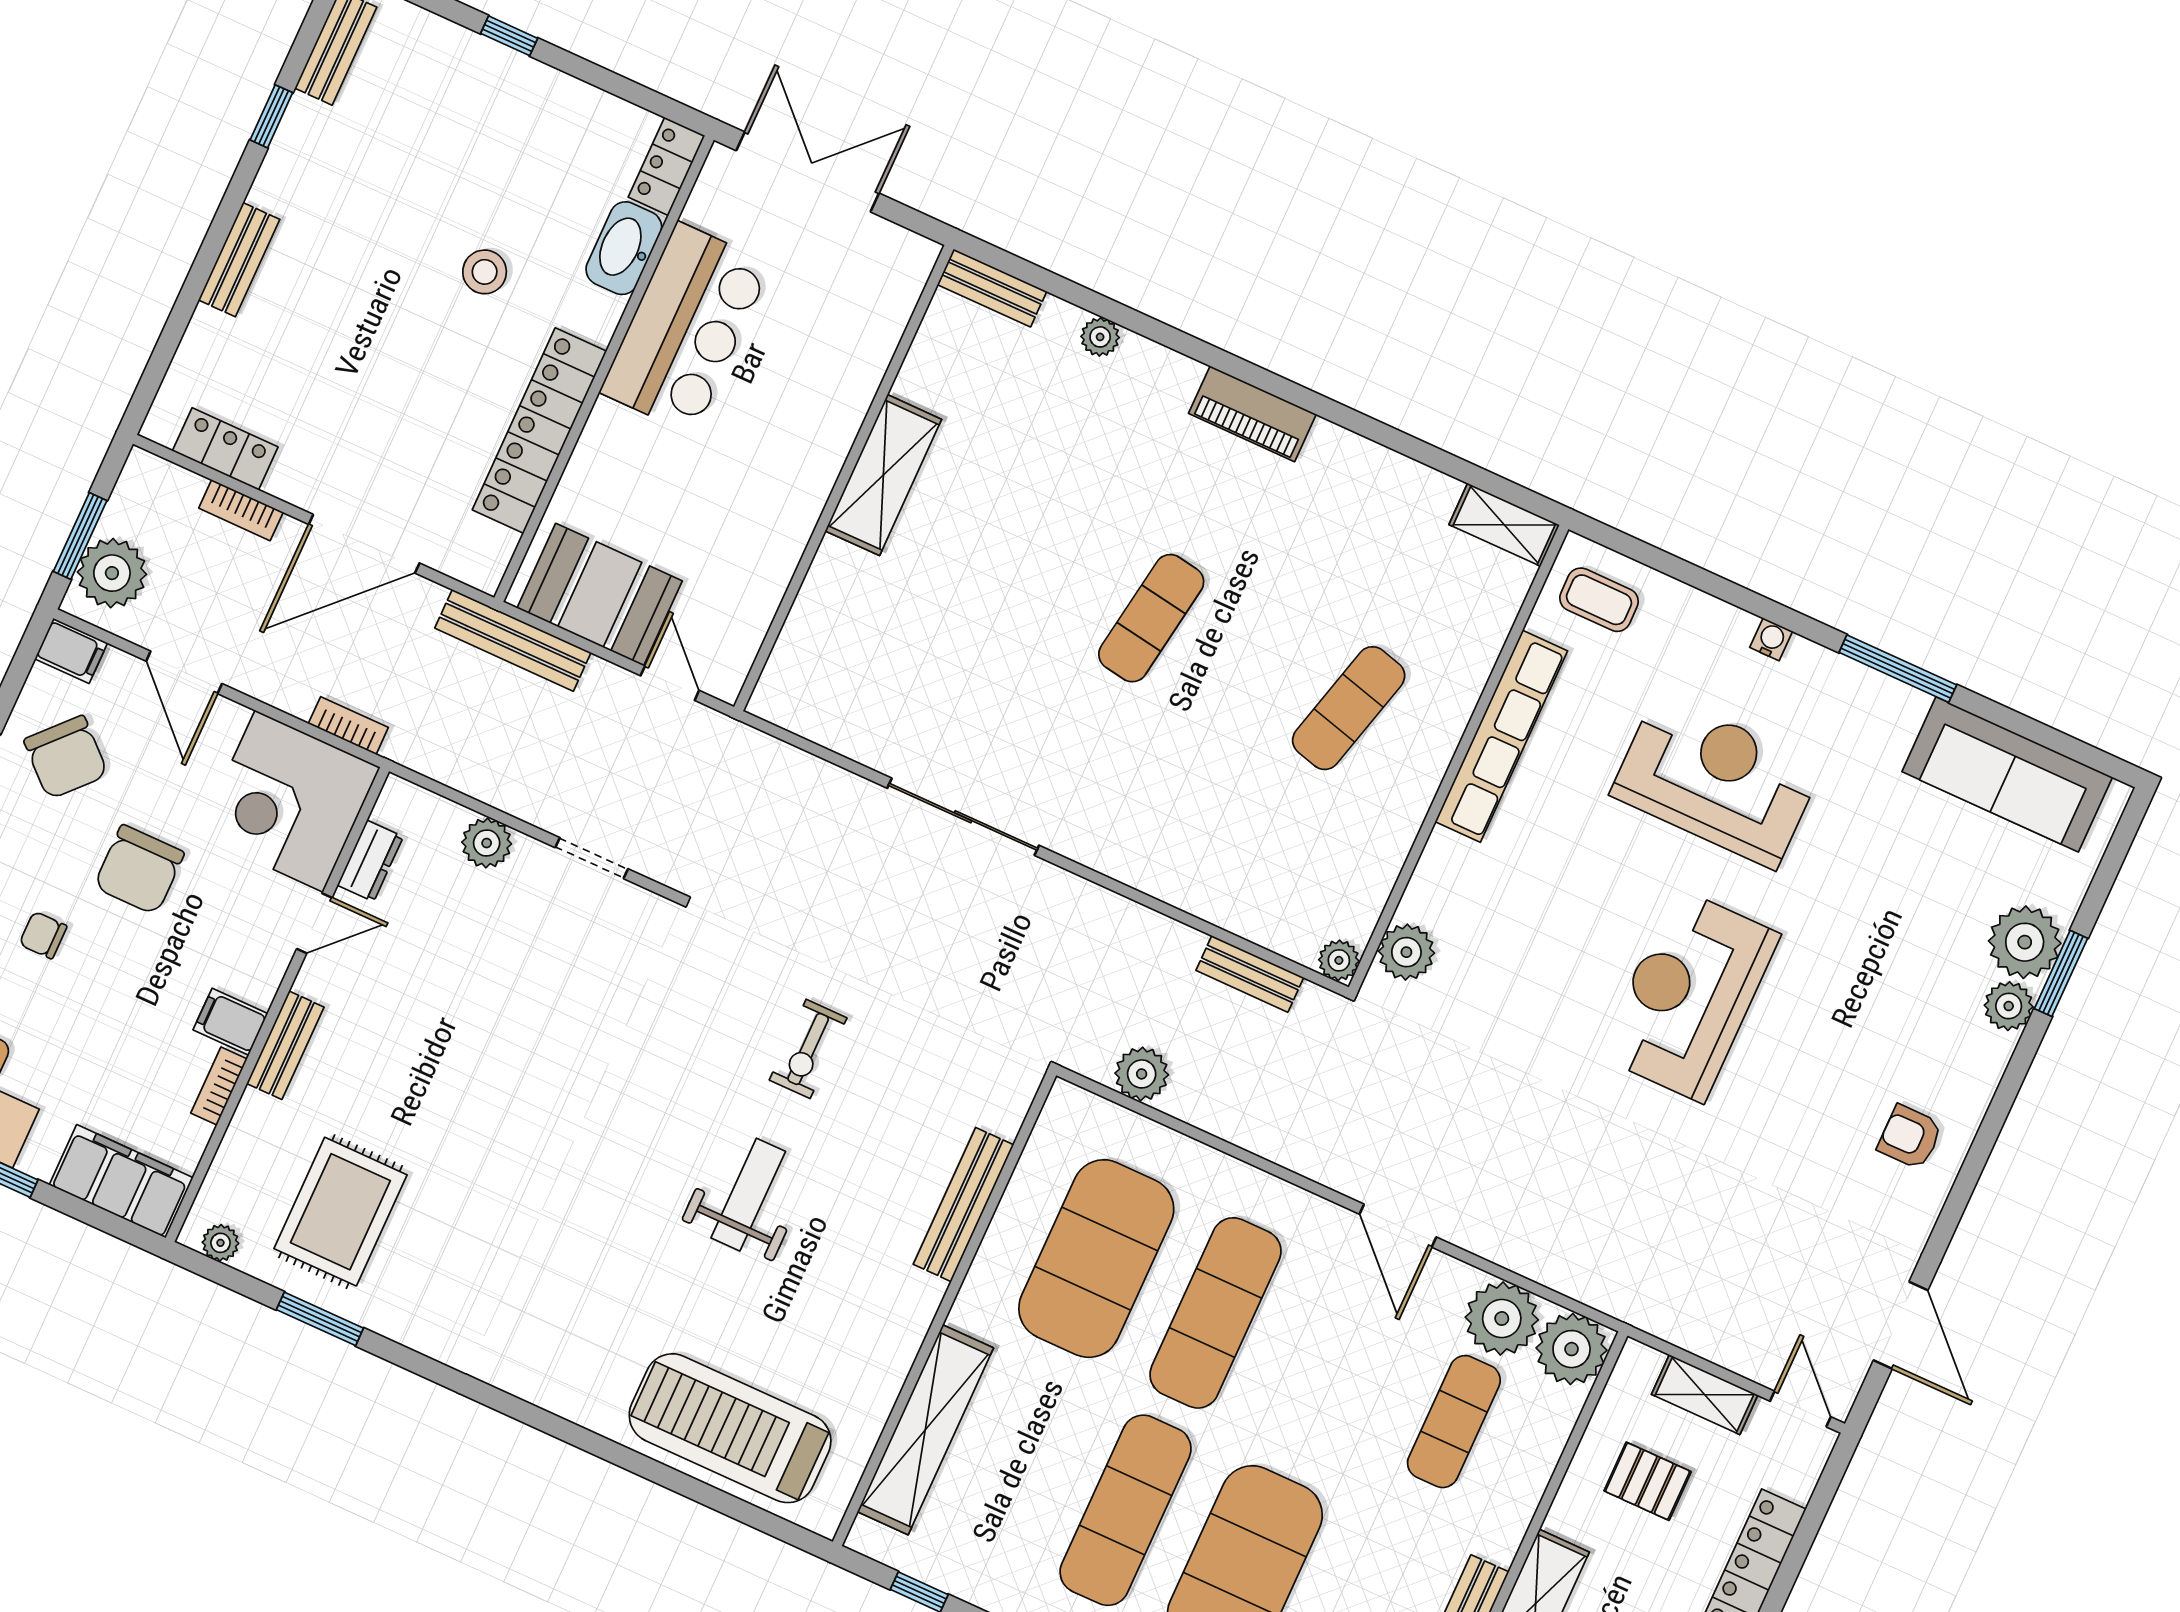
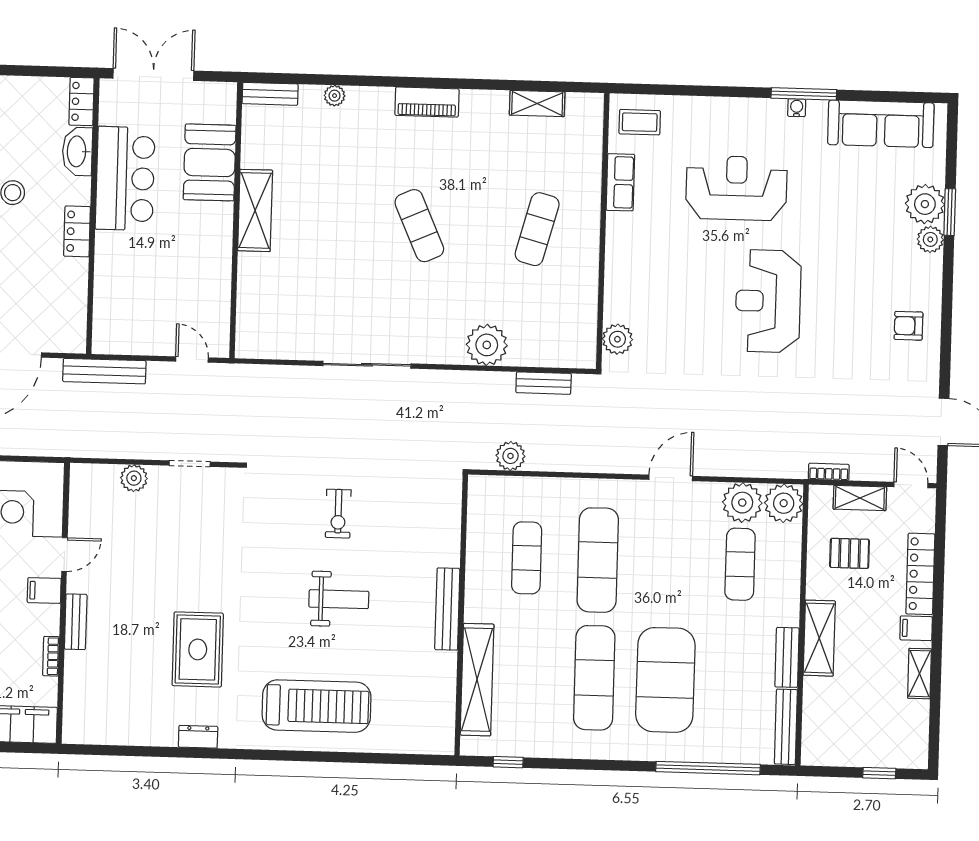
locker: (539, 430) -> (77, 231), width x0.46, depth x0.83
shelving: (1504, 525) -> (537, 103), moved
booth: (600, 595) -> (210, 162), moved, turned 90
exercise mat: (1151, 618) -> (419, 226), turned -33
water cooler: (1771, 639) -> (797, 108), moved
bookcase: (348, 726) -> (829, 472), moved
row of seats: (1501, 736) -> (620, 182), width x0.50
dresser: (370, 861) -> (198, 737), moved, turned -90
plant: (1339, 960) -> (487, 345), moved, width x1.88, depth x1.88
filing cabinet: (230, 1022) -> (44, 591), moved
weight bench: (748, 1195) -> (339, 599), turned 90
bench: (963, 1205) -> (447, 609), moved
rug: (340, 1212) -> (198, 649), moved
door: (1398, 1226) -> (671, 478), swing flipped
plant: (220, 1243) -> (85, 734), removed
exercise mat: (1096, 1259) -> (527, 558), width x0.50, depth x0.69
window: (320, 1319) -> (151, 752), removed
treadmill: (730, 1428) -> (317, 706), moved, turned 180

